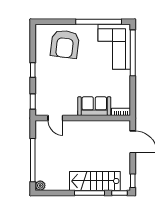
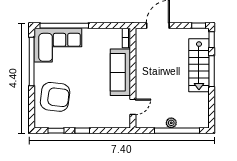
window: (33, 101) -> (56, 131), moved
sofa: (94, 106) -> (120, 72), width x1.36
plant: (40, 186) -> (171, 123), moved

